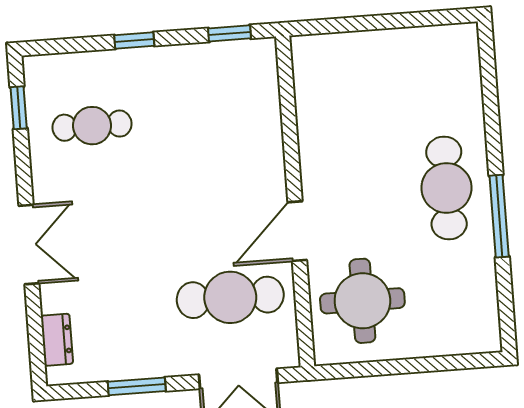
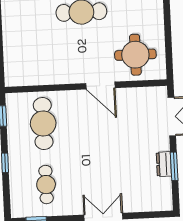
cafe table: (230, 297) -> (43, 123), moved
dresser: (57, 340) -> (164, 164), moved, turned -90

